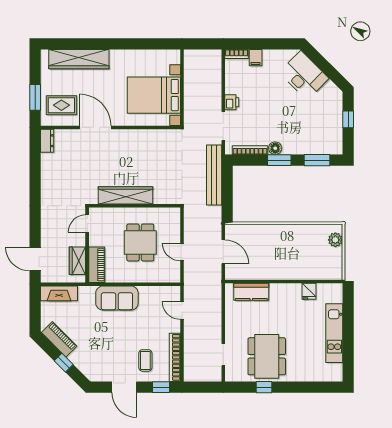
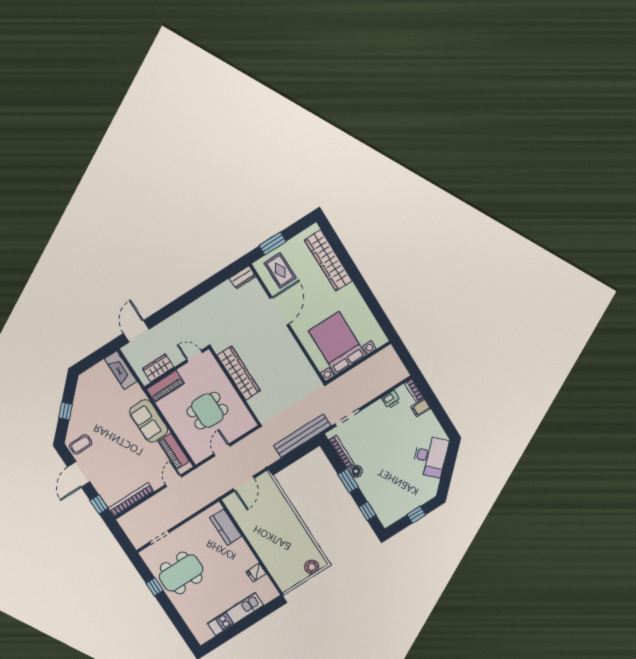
printer: (232, 102) -> (391, 399), moved
window: (317, 160) -> (367, 511), width x0.67
piano: (59, 339) -> (174, 451), moved, turned 135
coffee table: (145, 360) -> (81, 444), moved

